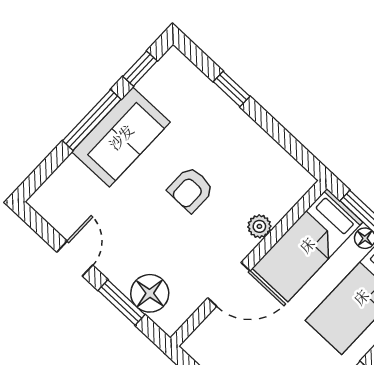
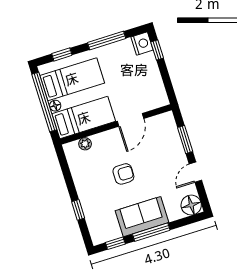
plant: (259, 226) -> (85, 144), moved
door: (229, 284) -> (131, 120), swing flipped
floor lamp: (150, 293) -> (191, 205), moved

